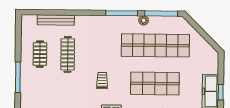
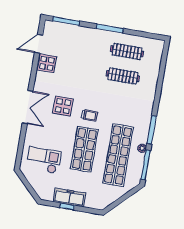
bench: (56, 20) -> (155, 70), removed
clothes rail: (40, 54) -> (127, 51), width x1.36
trolley: (102, 81) -> (89, 115), moved

